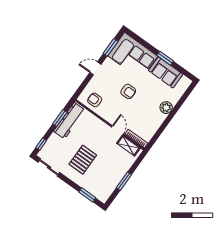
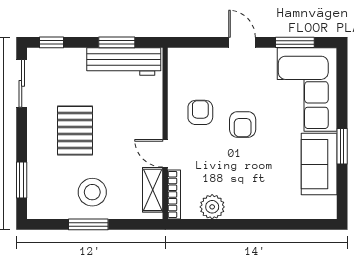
armchair: (95, 100) -> (200, 112), moved
plant: (166, 108) -> (212, 207), moved
door: (118, 130) -> (165, 153), swing flipped
pallet: (83, 160) -> (75, 130), turned 90
stool: (112, 170) -> (92, 192), added

